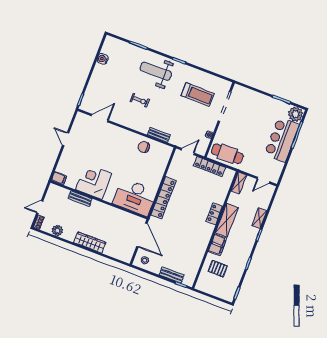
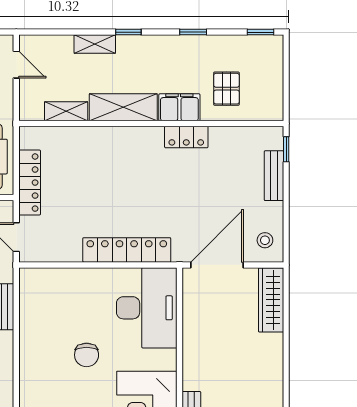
chair: (144, 147) -> (87, 355), moved
shelving: (239, 183) -> (66, 111), moved
locker: (214, 214) -> (186, 137), moved
wardrobe: (90, 242) -> (271, 300), moved

